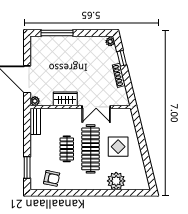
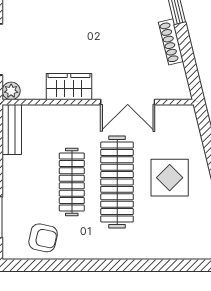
clothes rail: (67, 149) -> (72, 182), width x1.36
plant: (116, 181) -> (166, 243), removed

